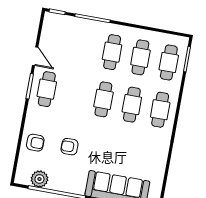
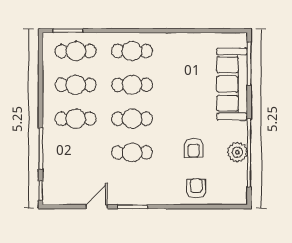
cafe table: (47, 89) -> (132, 152), moved
plant: (39, 179) -> (237, 152), moved

